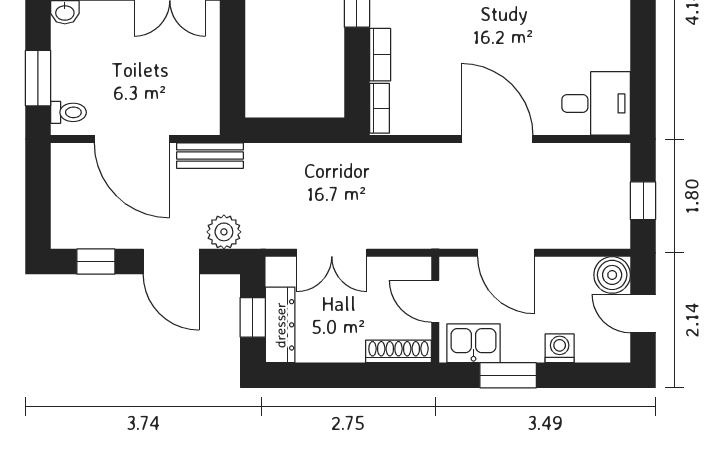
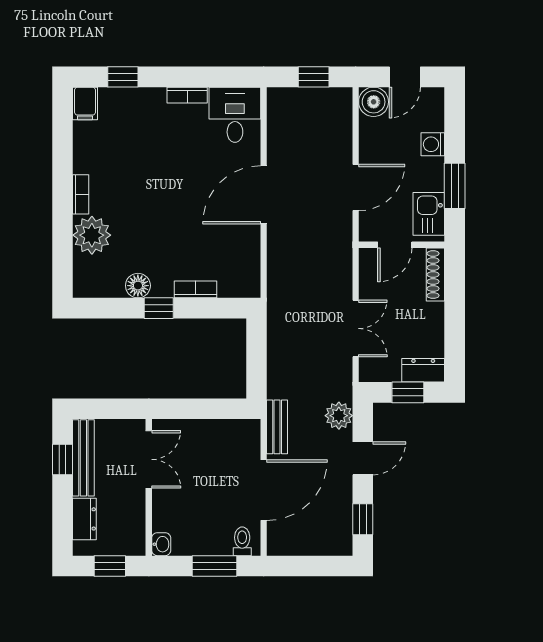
bookcase: (379, 108) -> (187, 95), moved, turned 180
door: (171, 262) -> (363, 458), width x0.73
dresser: (280, 325) -> (423, 370), width x0.70

